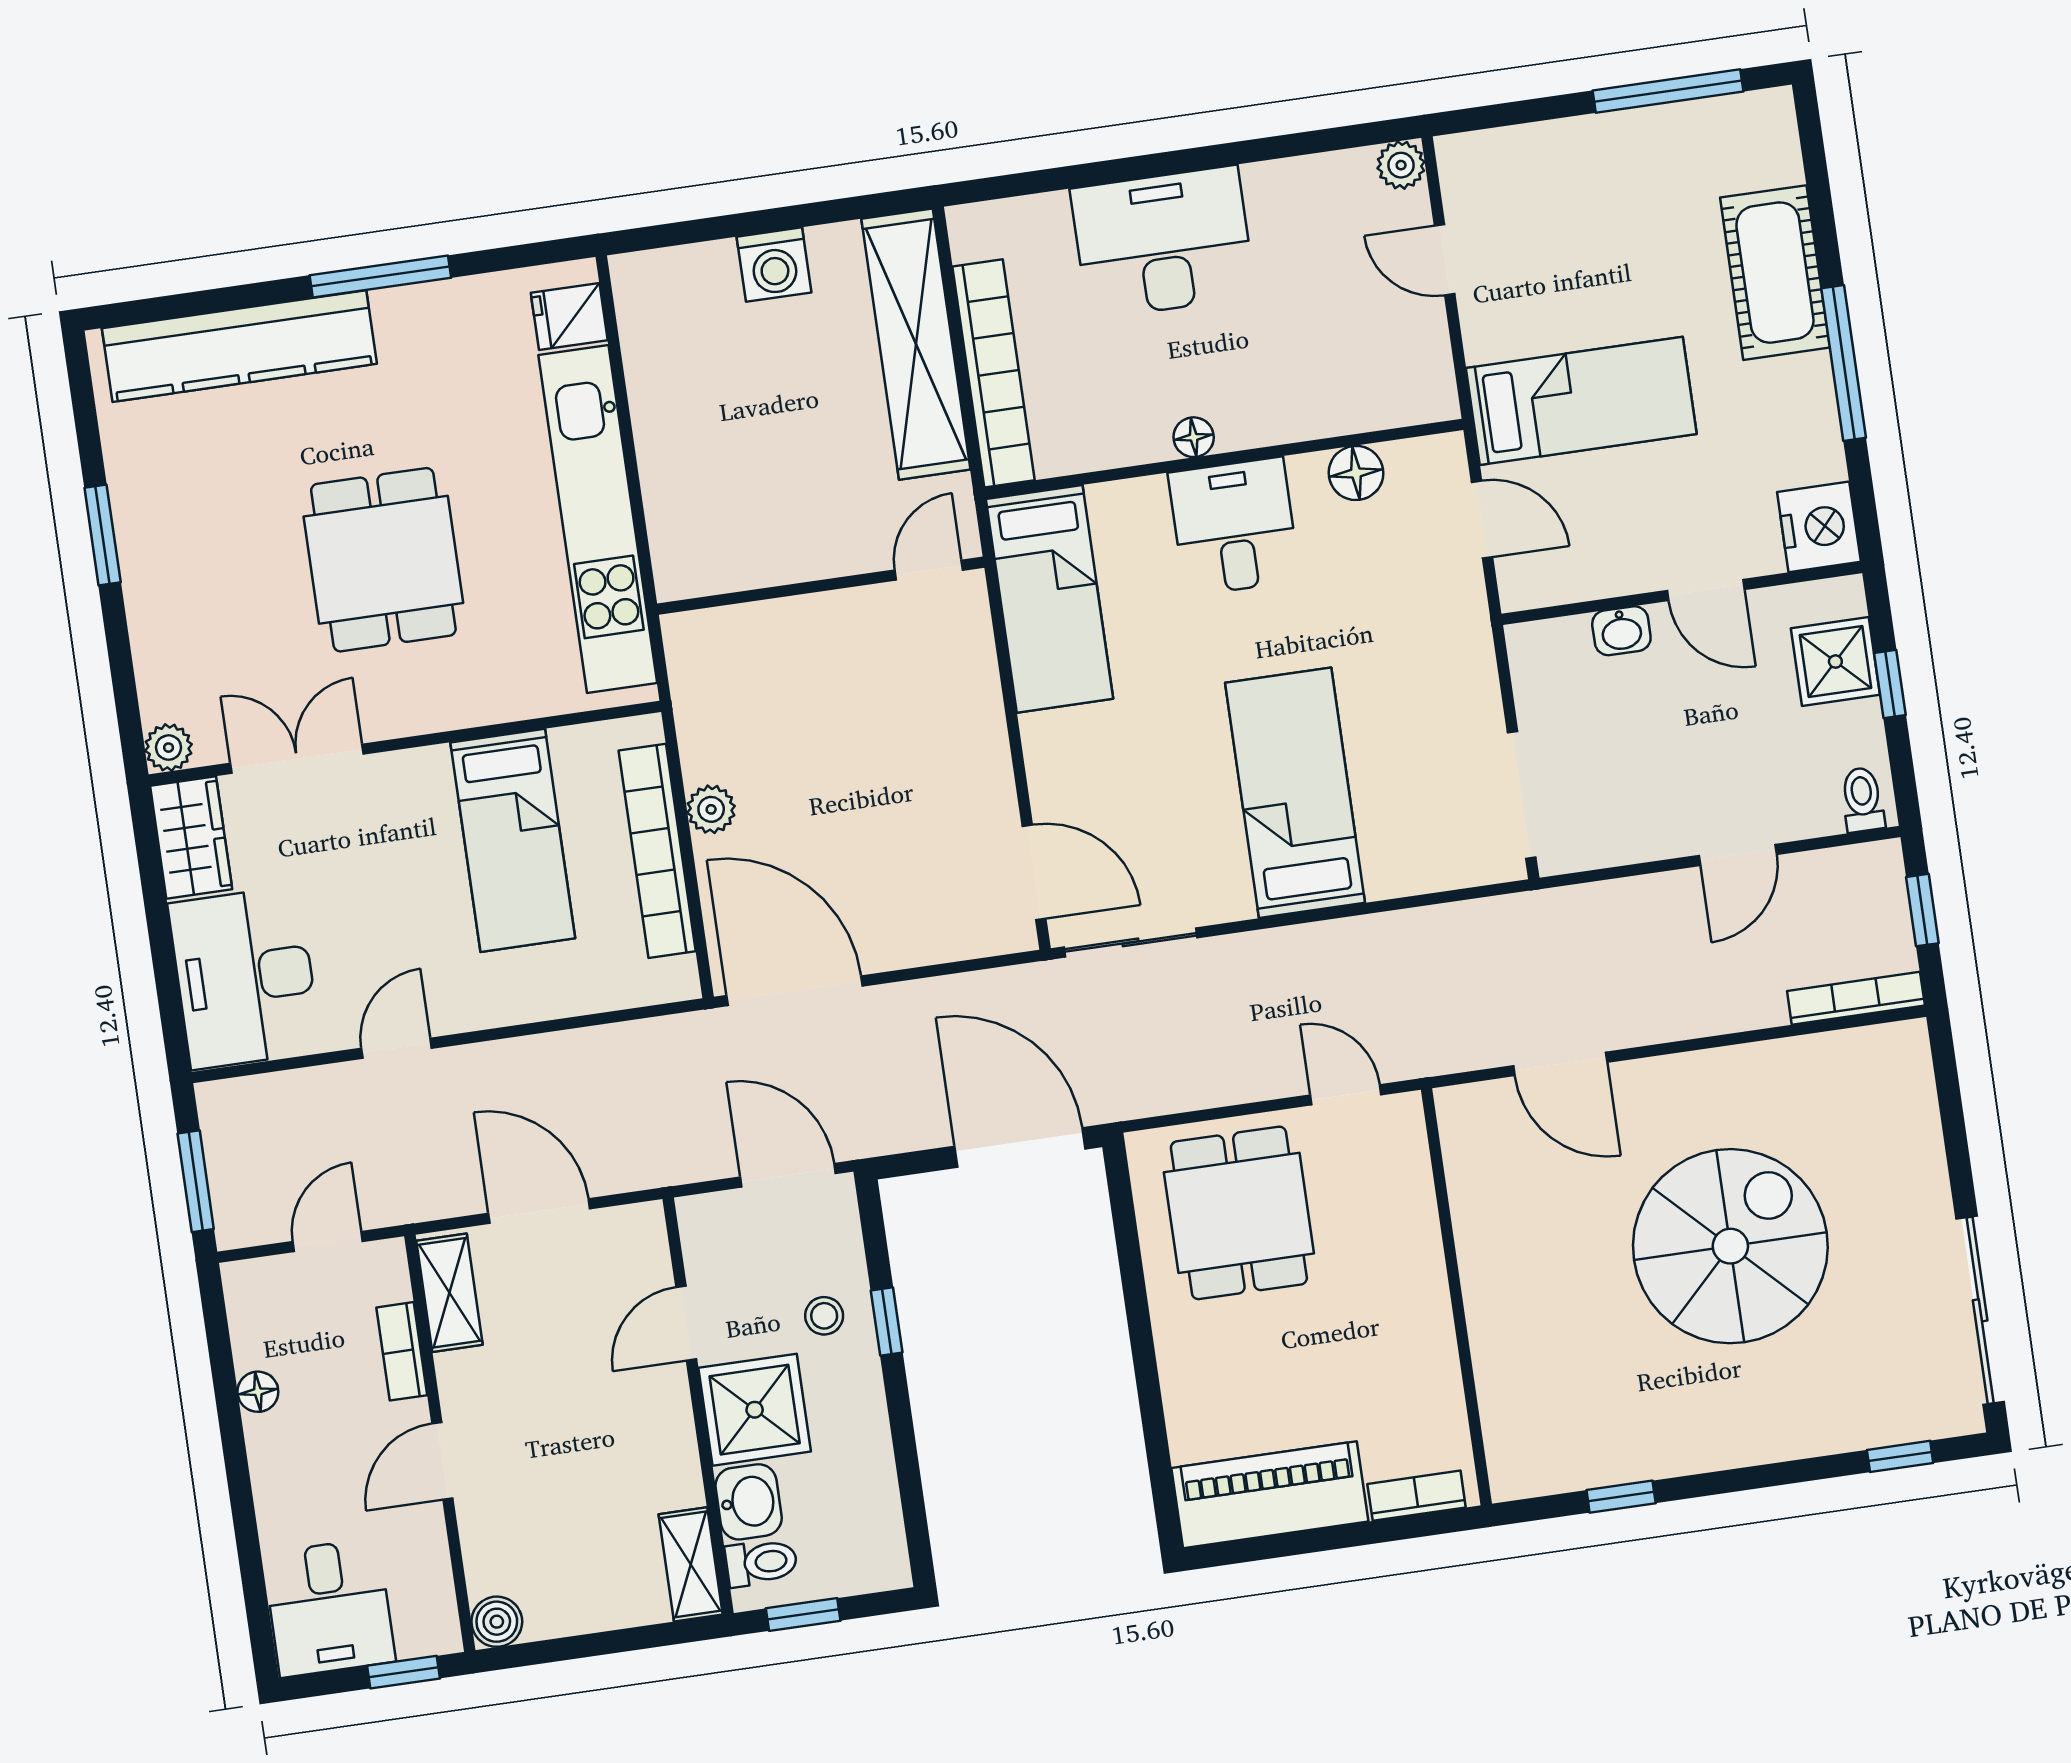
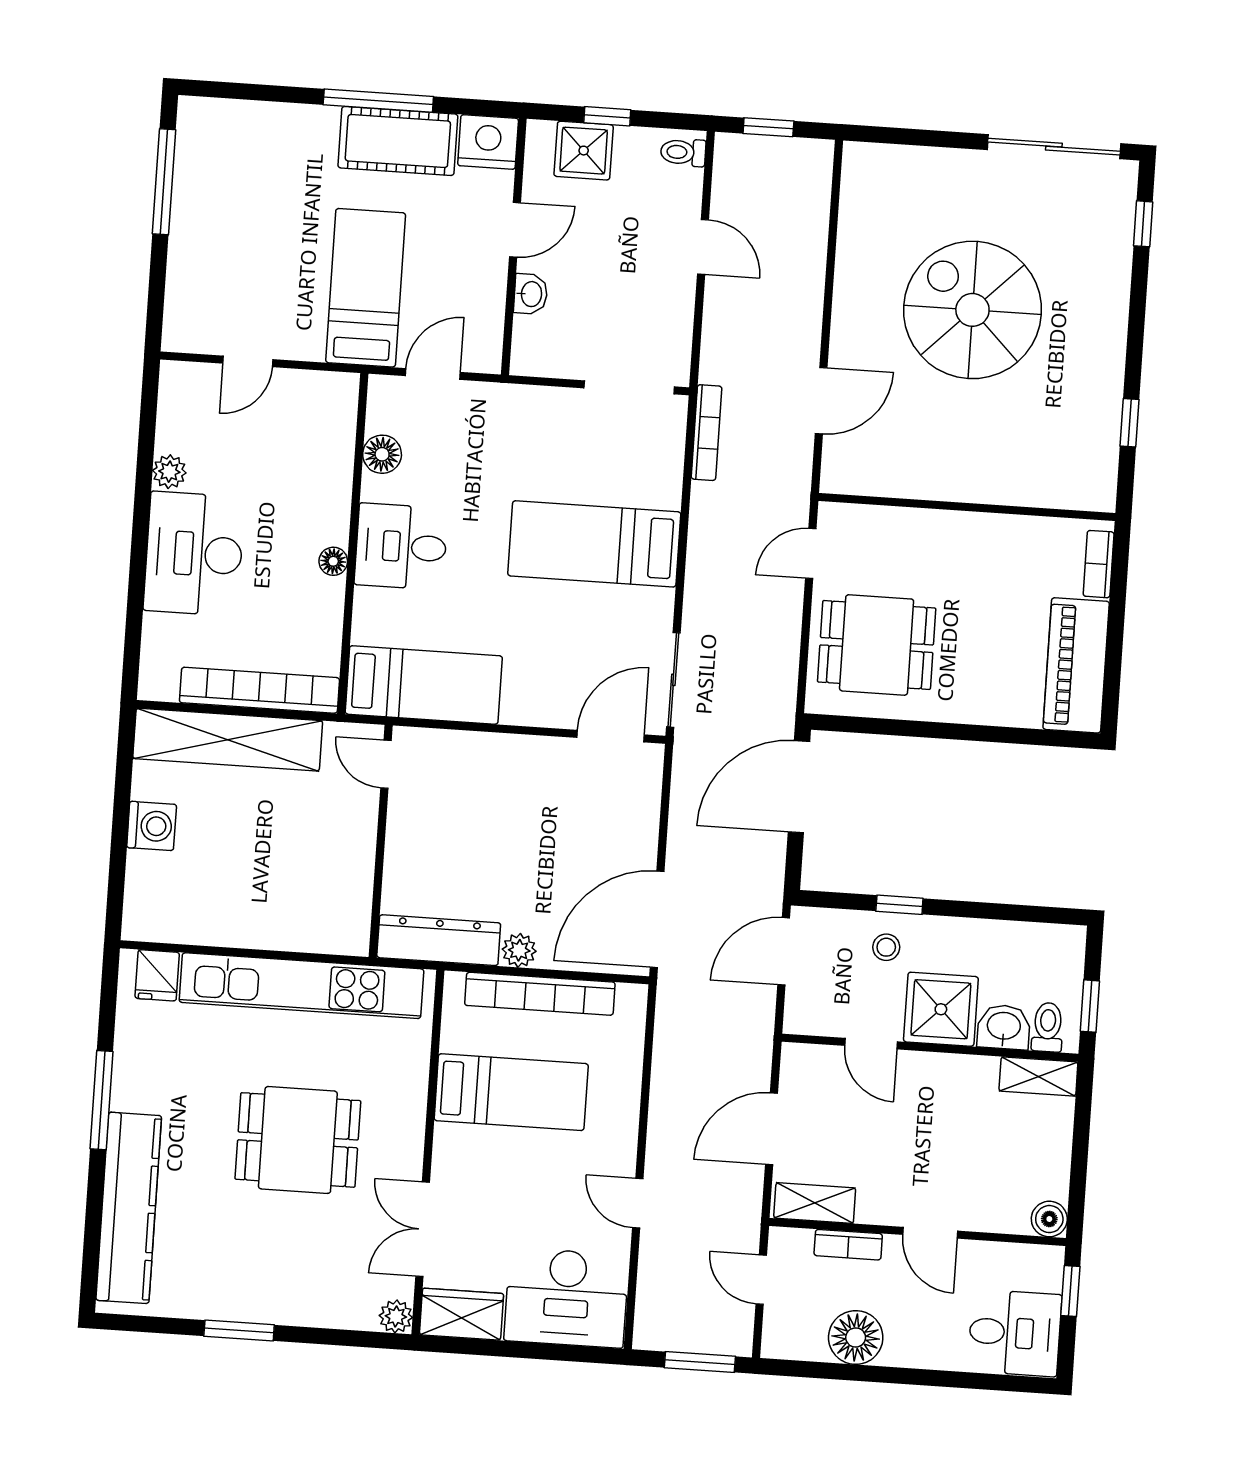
plant: (1401, 165) -> (169, 472), moved
cot: (1775, 273) -> (398, 141), moved
dresser: (701, 695) -> (439, 940), added
bookcase: (1856, 998) -> (706, 433), moved, turned 180
floor lamp: (258, 1392) -> (856, 1337), width x1.89, depth x1.89

